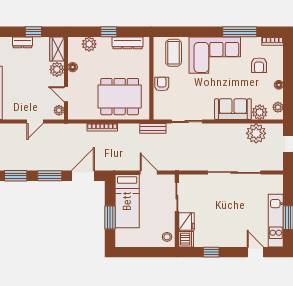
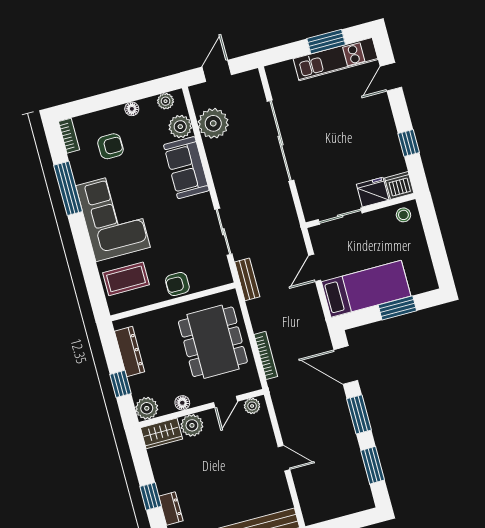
wardrobe: (57, 49) -> (161, 433), moved
floor lamp: (73, 67) -> (182, 403), moved
plant: (57, 69) -> (192, 425), moved
wall: (66, 78) -> (201, 408), moved
door: (66, 94) -> (225, 402), moved
plant: (59, 110) -> (252, 406), moved

